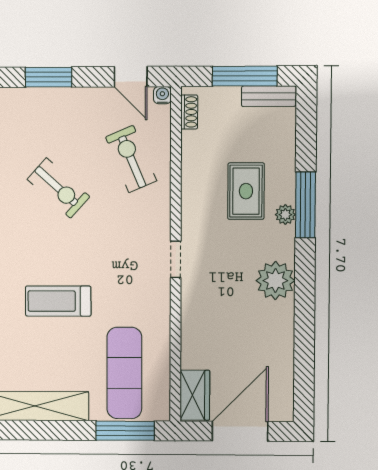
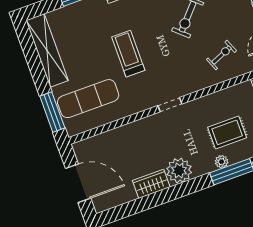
exercise bike: (131, 159) -> (221, 55), width x0.73, depth x0.72
treadmill: (58, 301) -> (128, 54), moved
wardrobe: (195, 395) -> (151, 184), moved, turned 180

